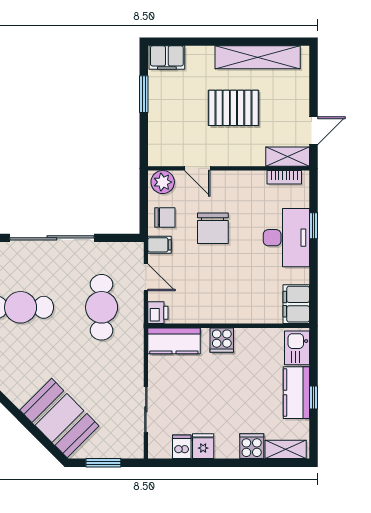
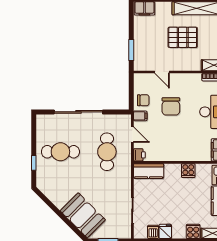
window: (144, 94) -> (131, 50), moved
plant: (163, 182) -> (142, 80), removed
cooker: (222, 340) -> (188, 171), moved

